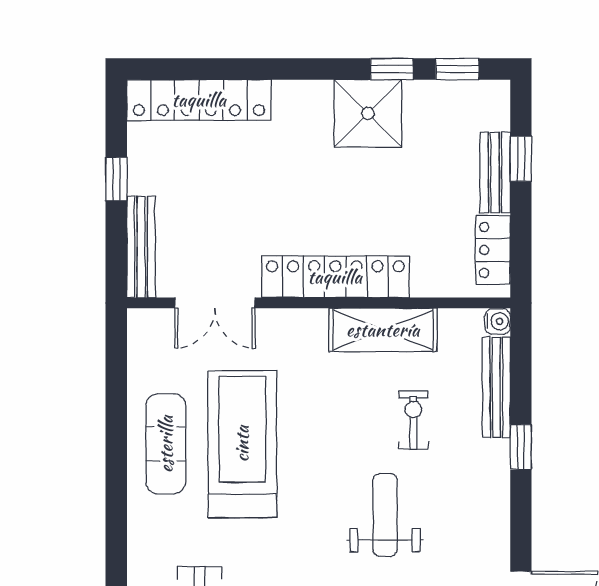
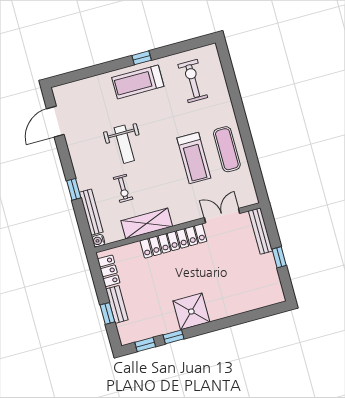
locker: (199, 100) -> (253, 301), removed
shower: (368, 113) -> (191, 311), moved
treadmill: (242, 444) -> (194, 158), width x0.73, depth x0.73

